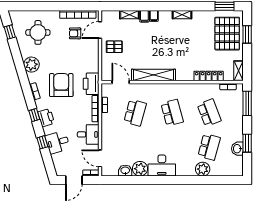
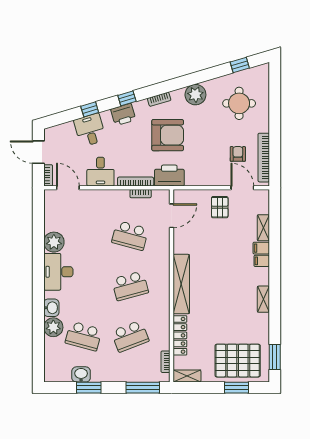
shelving: (153, 75) -> (181, 284), moved
door: (100, 158) -> (68, 188), hinge flipped
washbasin: (125, 171) -> (51, 308), moved

